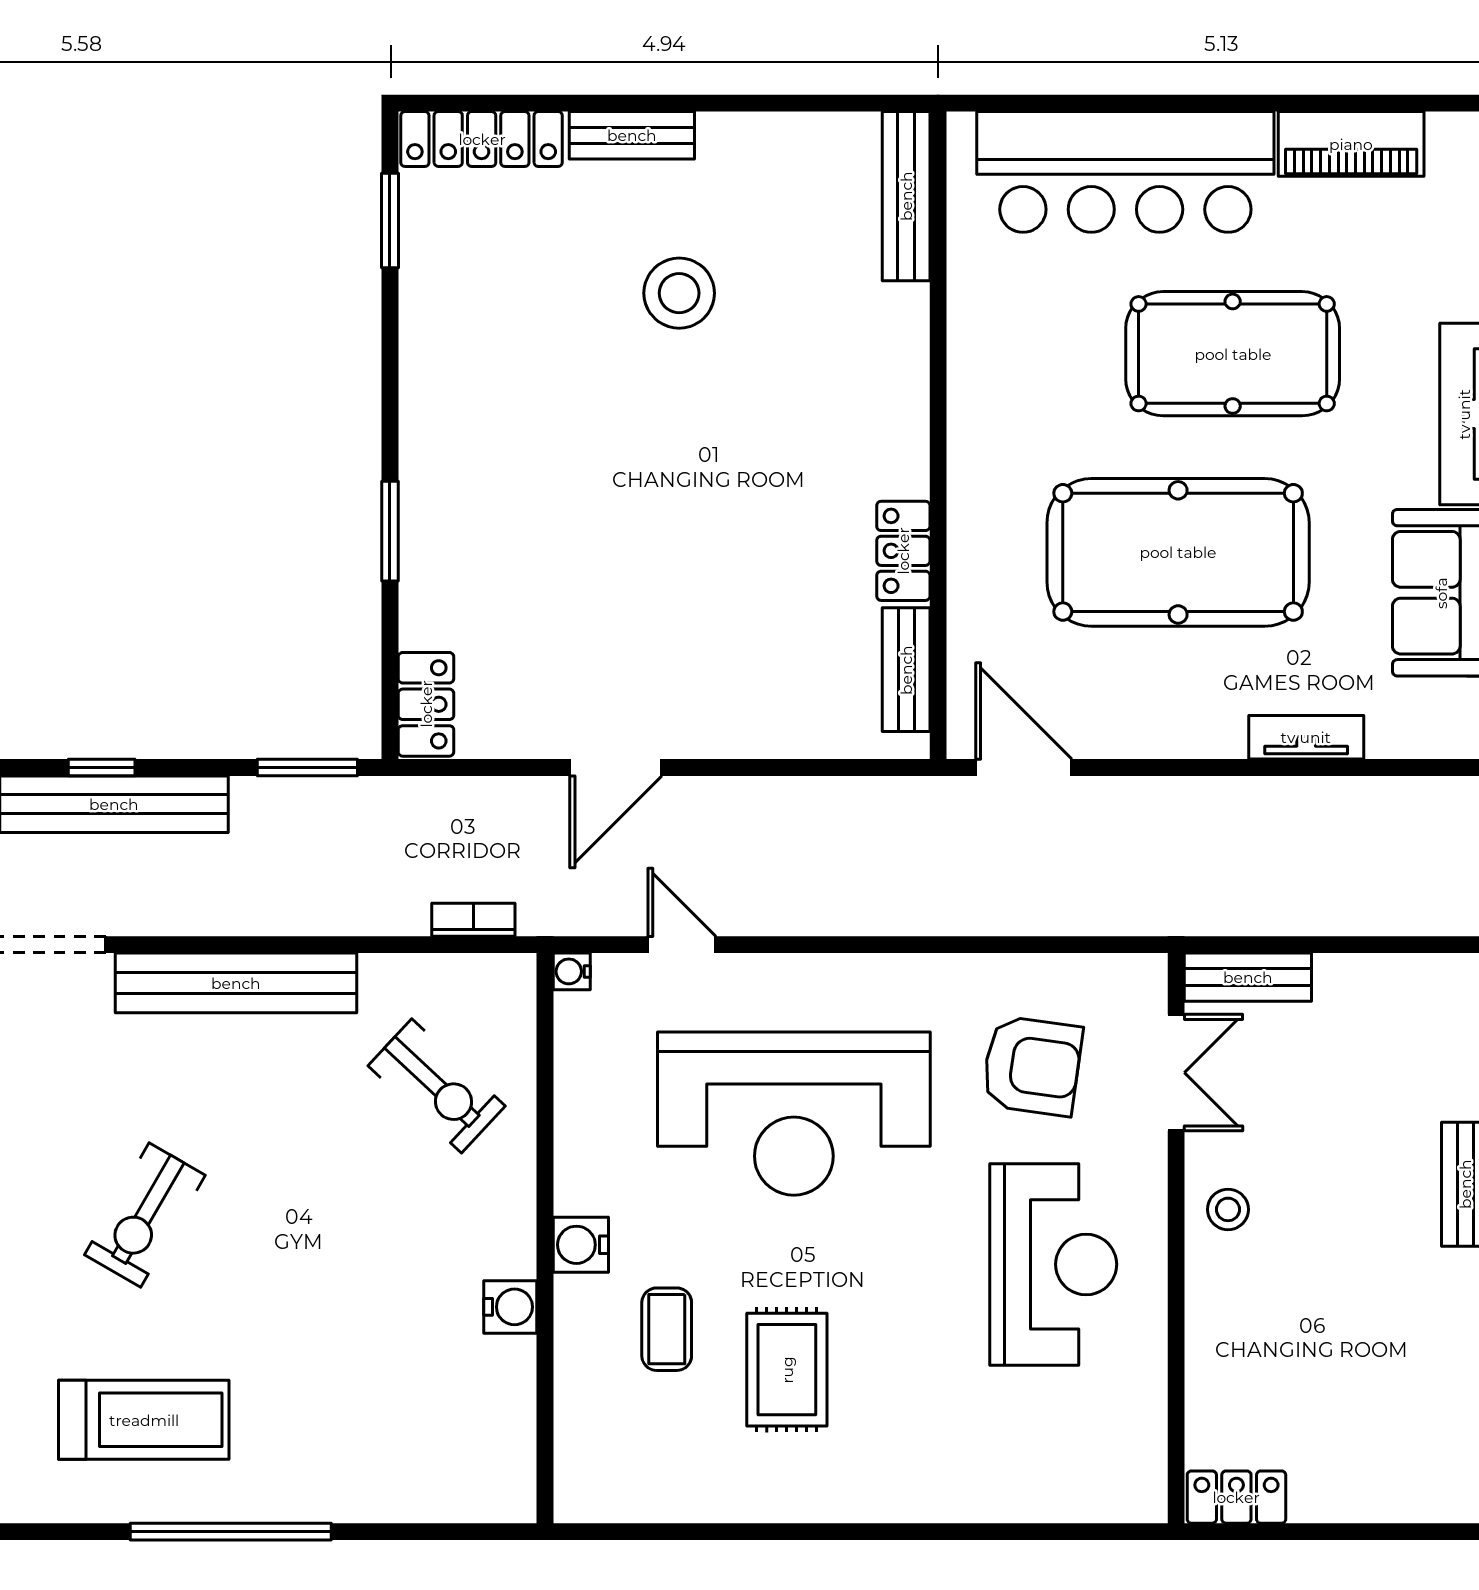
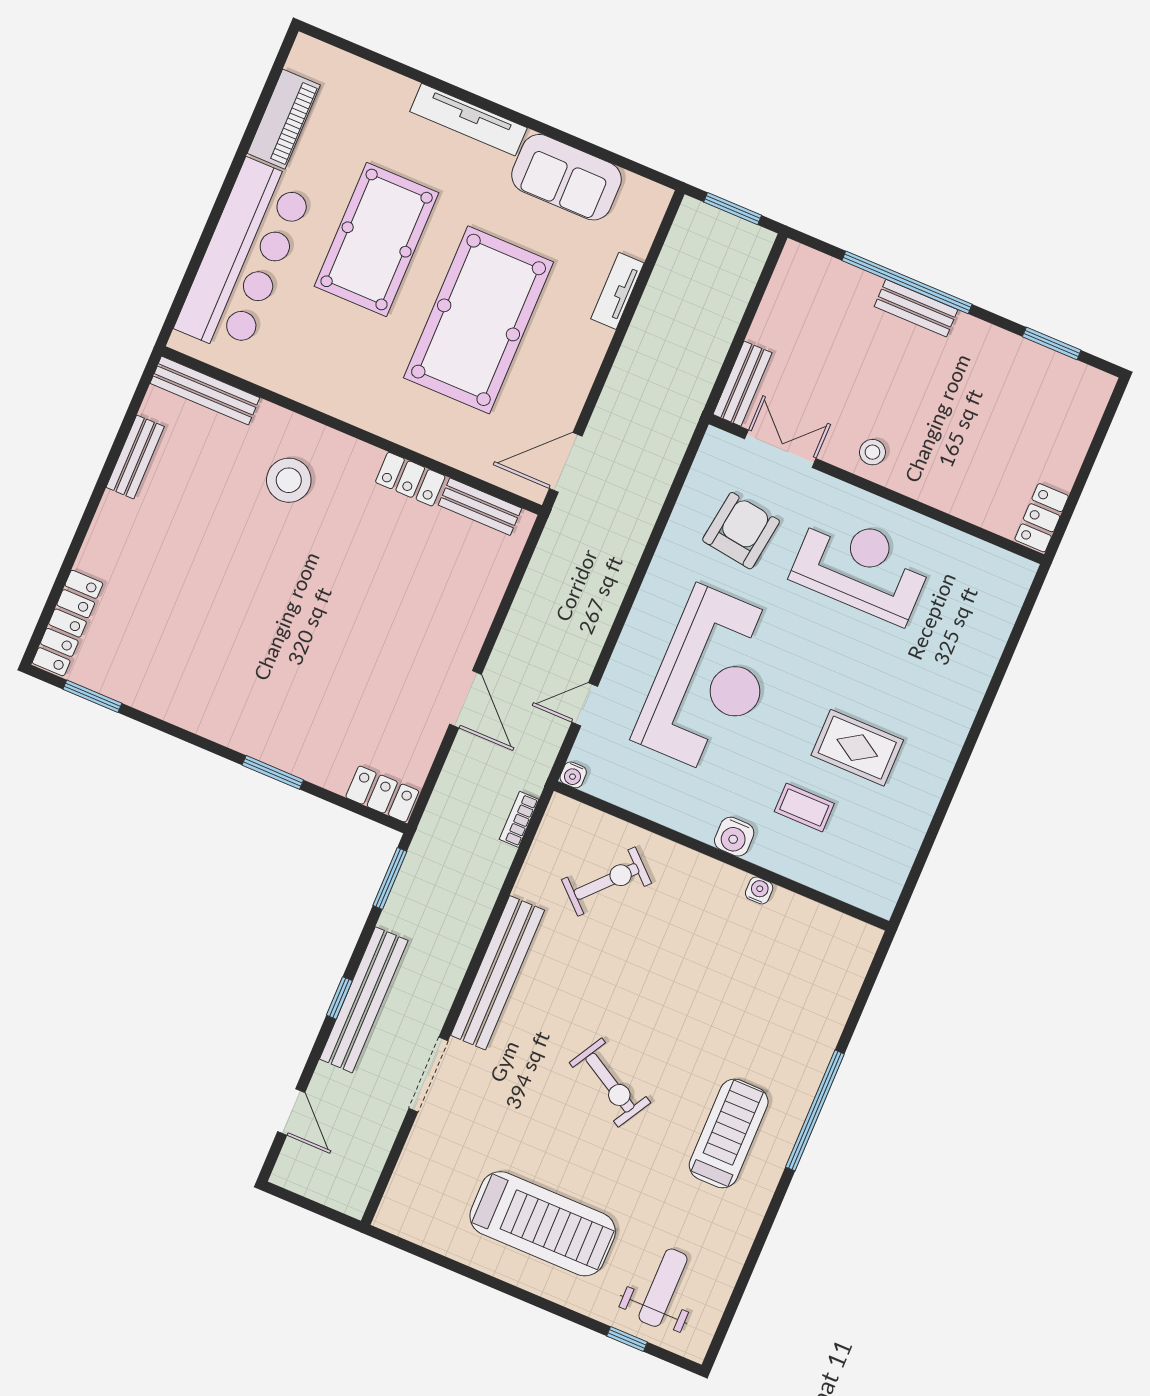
bench: (632, 135) -> (135, 457), moved
stool: (679, 293) -> (289, 480), moved
water cooler: (510, 1307) -> (759, 890), width x0.72, depth x0.72

